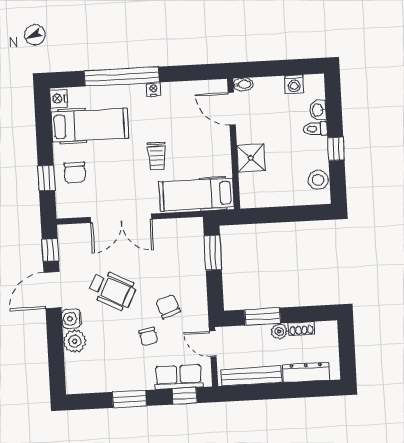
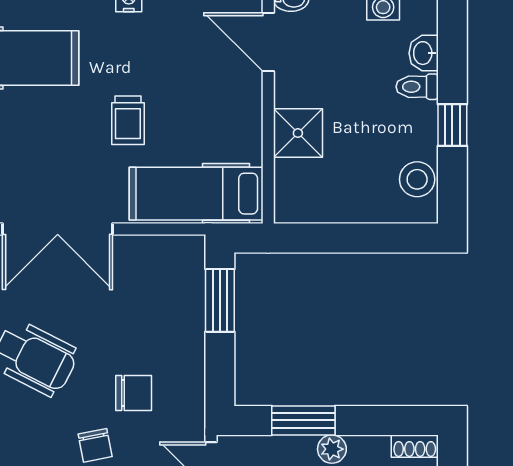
chair: (168, 306) -> (134, 393), turned 110
shoe rack: (301, 329) -> (415, 446), moved

